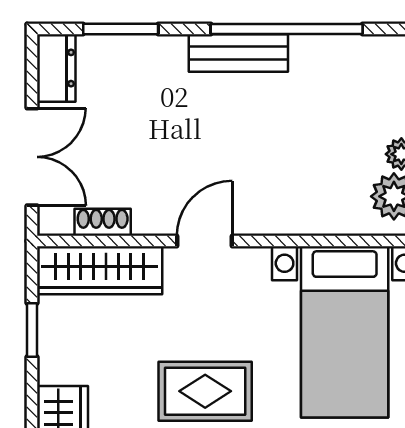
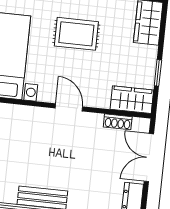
door: (205, 241) -> (69, 107), swing flipped
wardrobe: (100, 270) -> (132, 100), width x0.67

